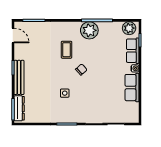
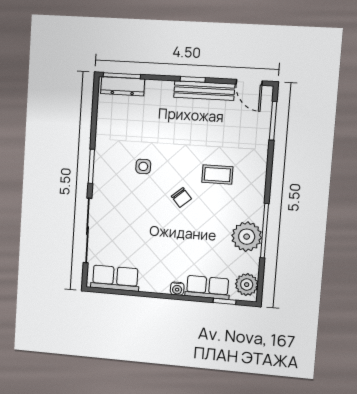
plant: (89, 30) -> (247, 237), moved
door: (13, 36) -> (249, 82), hinge flipped
bench: (19, 77) -> (204, 91), moved
row of seats: (132, 88) -> (115, 278), moved

